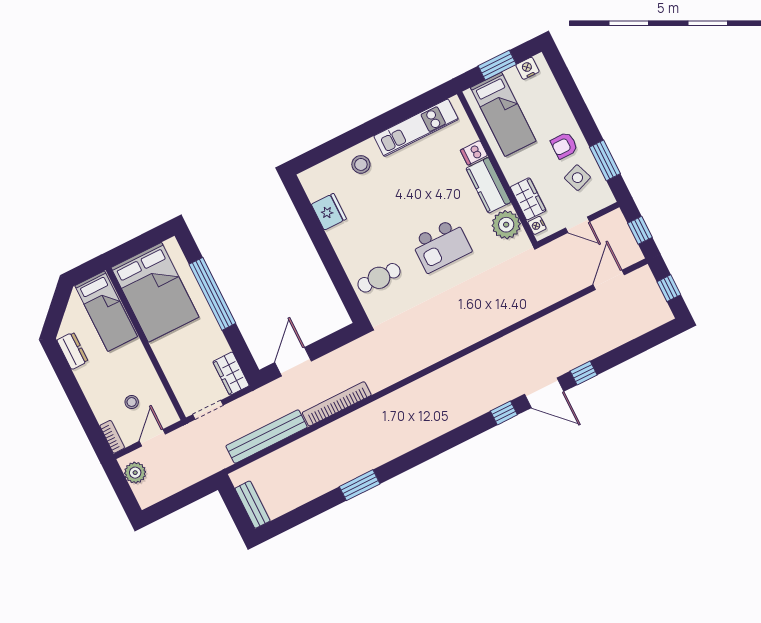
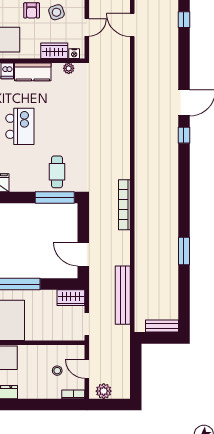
plant: (506, 225) -> (69, 68), width x0.53, depth x0.53
kitchen island: (441, 246) -> (20, 126), moved
window: (346, 291) -> (55, 198), added
window: (584, 373) -> (184, 20), moved
bookcase: (337, 404) -> (124, 205), moved

